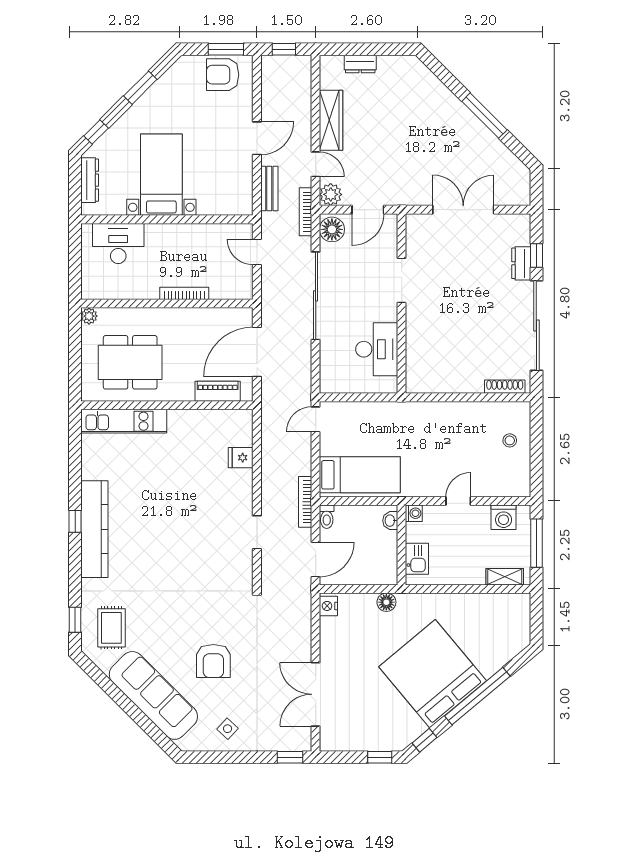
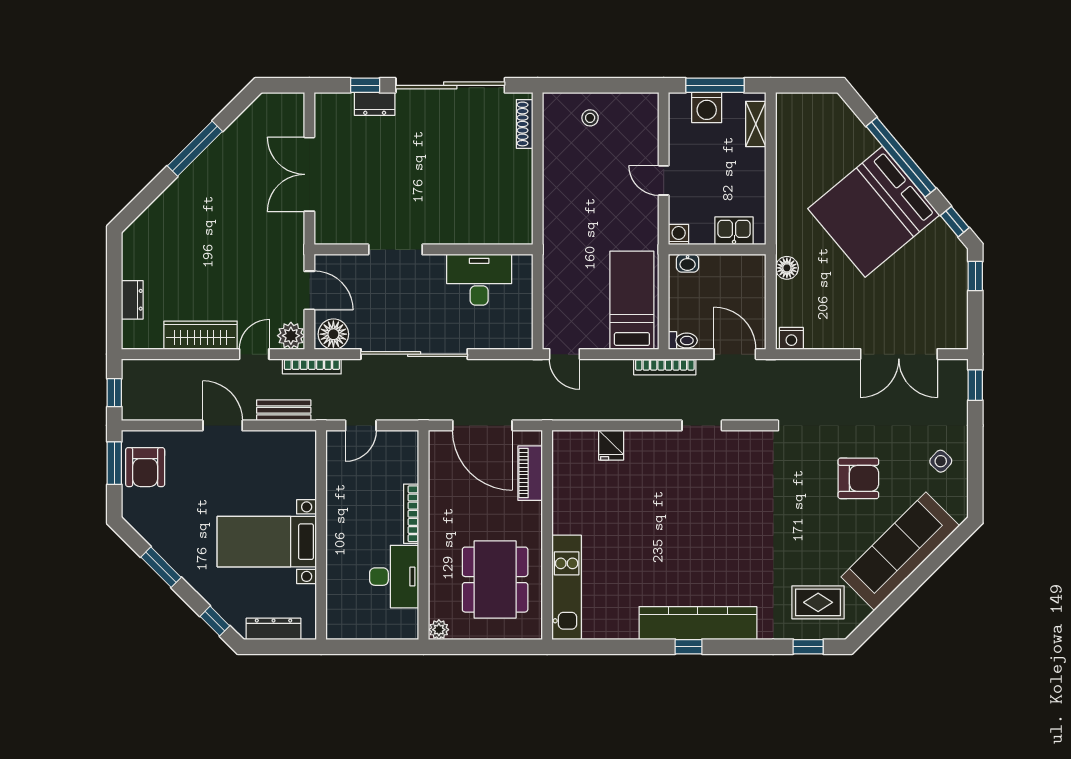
desk: (118, 243) -> (394, 577), moved, turned 180
washing machine: (504, 517) -> (707, 107), moved, turned 90

